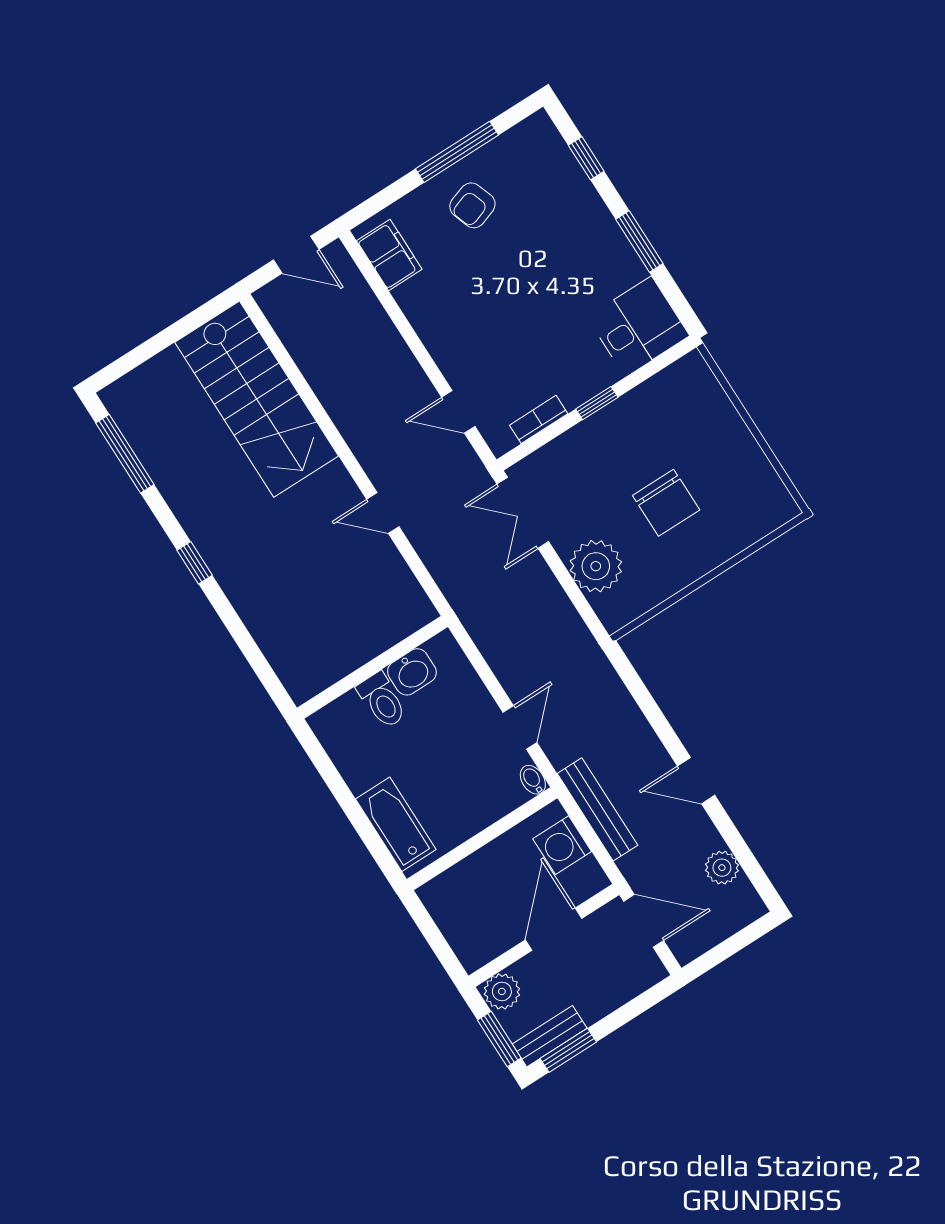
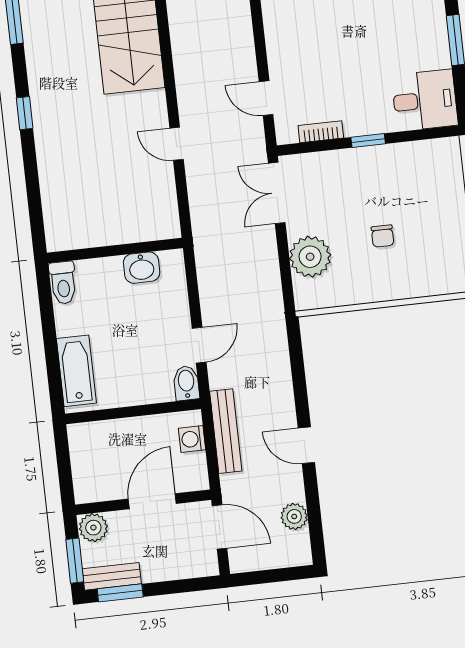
chair: (666, 503) -> (383, 236), width x0.54, depth x0.54
toilet: (382, 700) -> (63, 283), moved
bidet: (533, 780) -> (186, 383), width x1.38, depth x1.36
washing machine: (562, 845) -> (192, 439), width x0.73, depth x0.73

